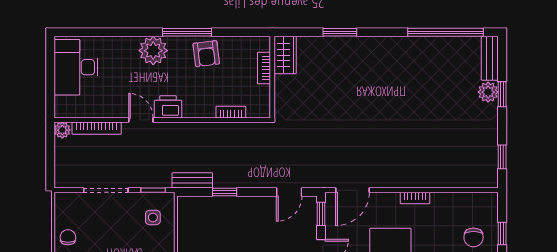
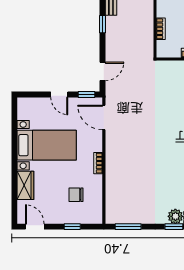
window: (502, 157) -> (128, 227), width x1.50
door: (289, 192) -> (102, 71), swing flipped
chair: (474, 237) -> (76, 195), moved

